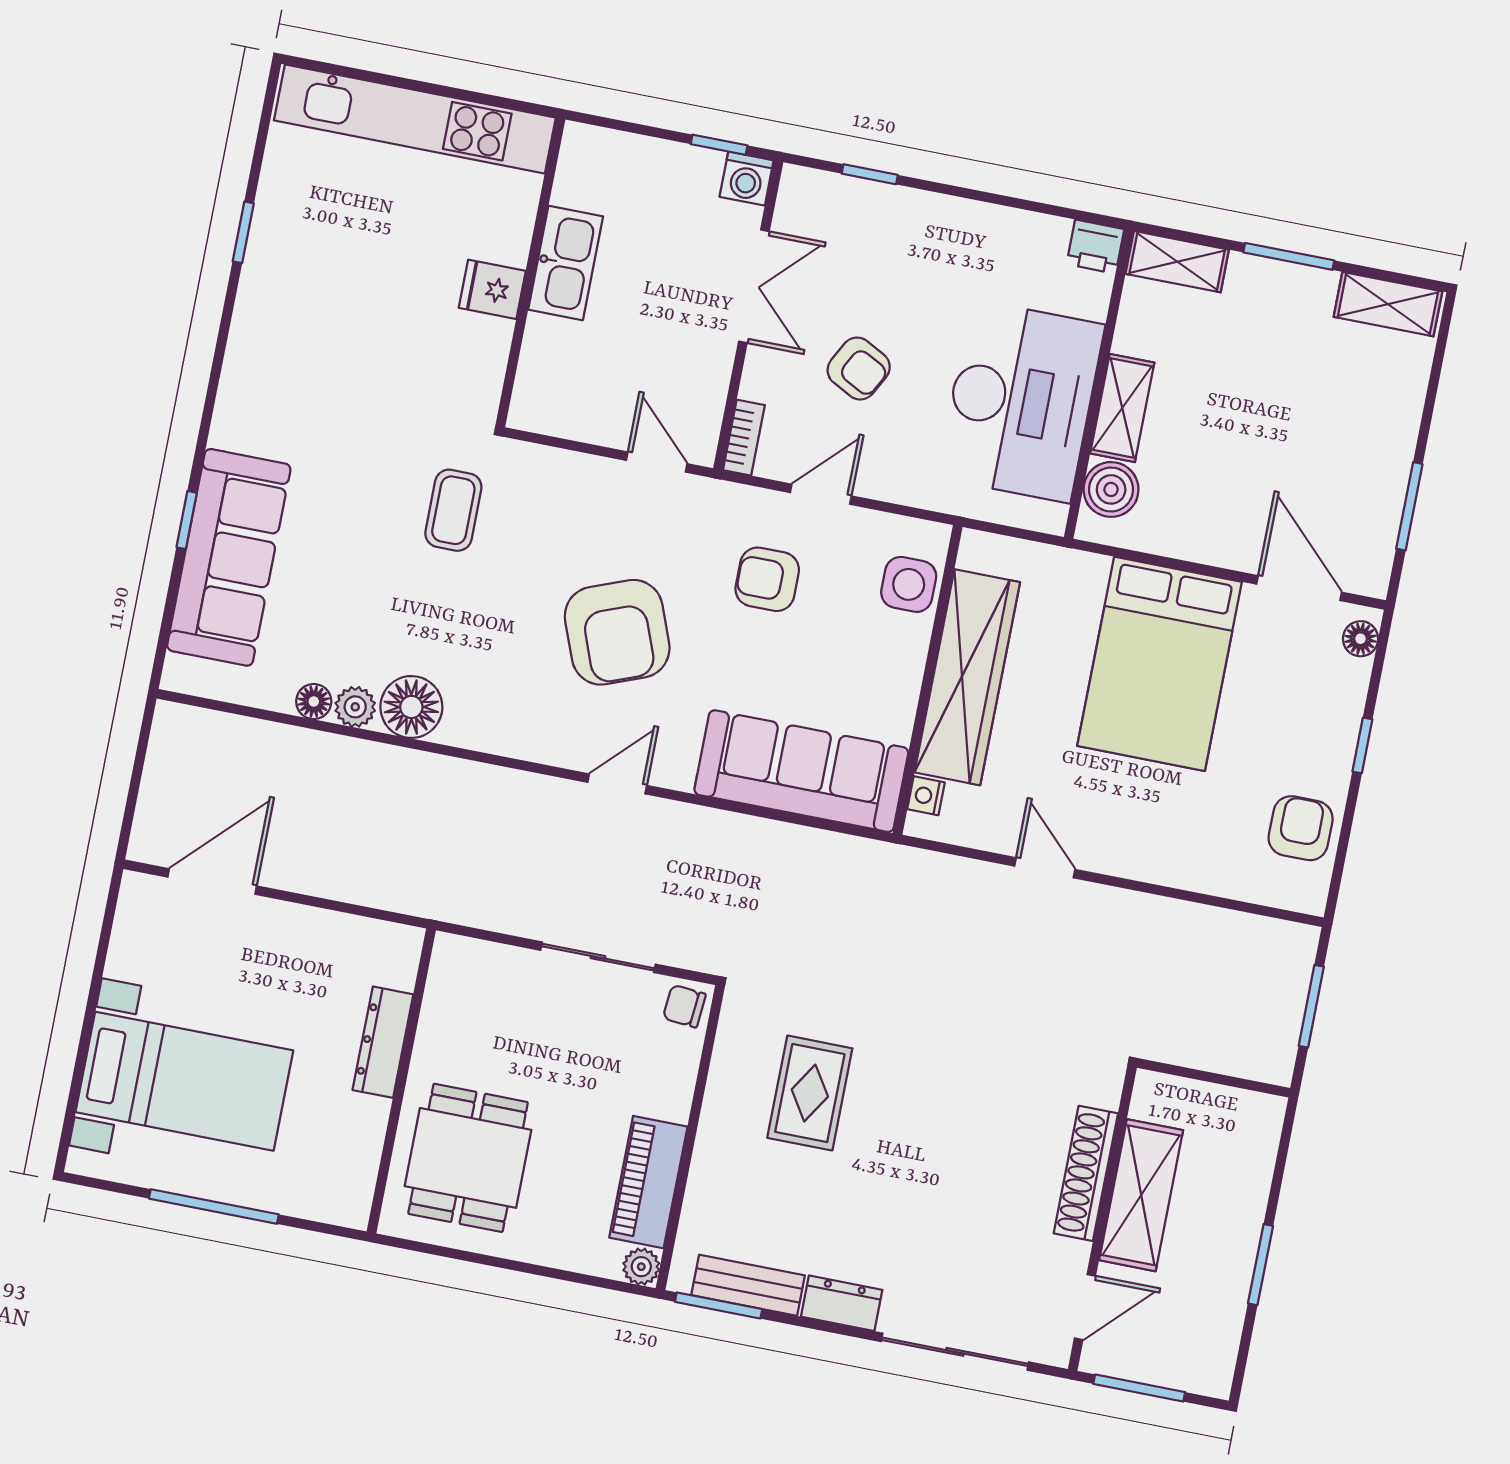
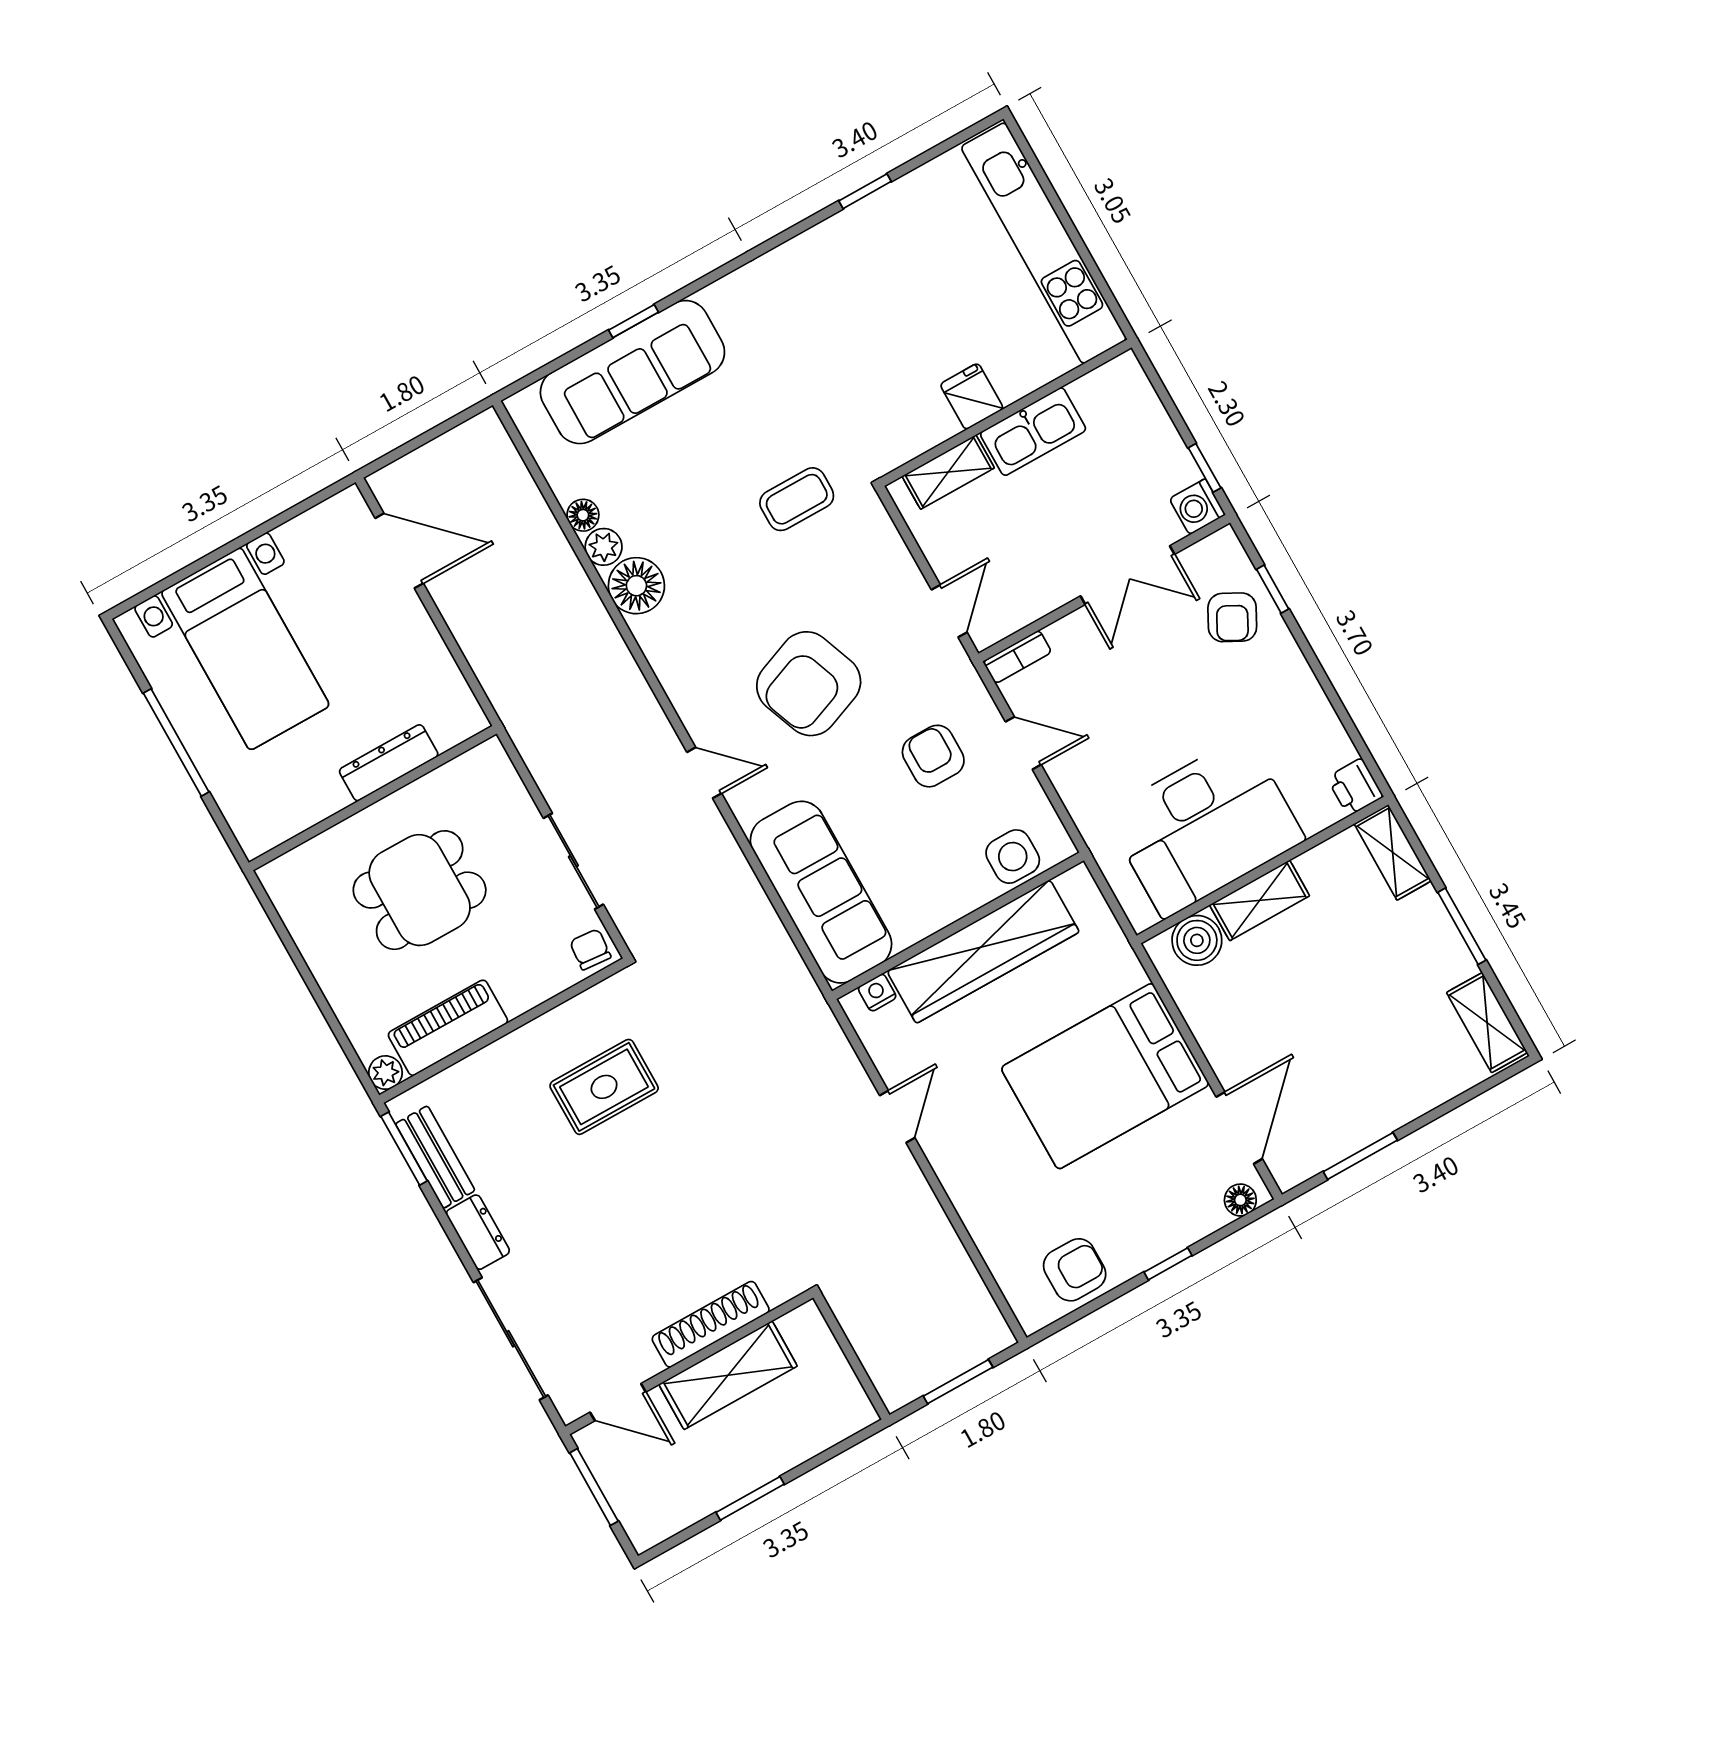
shelving: (539, 363) -> (948, 472), added
armchair: (859, 369) -> (1232, 617), moved
dining table: (468, 1158) -> (420, 890), moved

